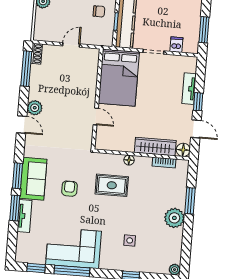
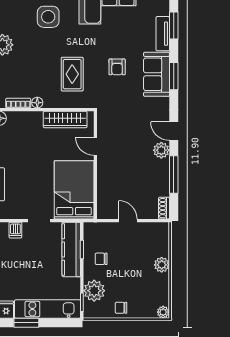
door: (71, 45) -> (128, 221), swing flipped
window: (26, 69) -> (174, 175), moved
wardrobe: (155, 146) -> (65, 119), moved
floor lamp: (129, 160) -> (37, 103), moved
rug: (112, 185) -> (72, 74), turned 90
window: (15, 208) -> (174, 25), moved
side table: (130, 240) -> (48, 17), width x1.87, depth x1.87

